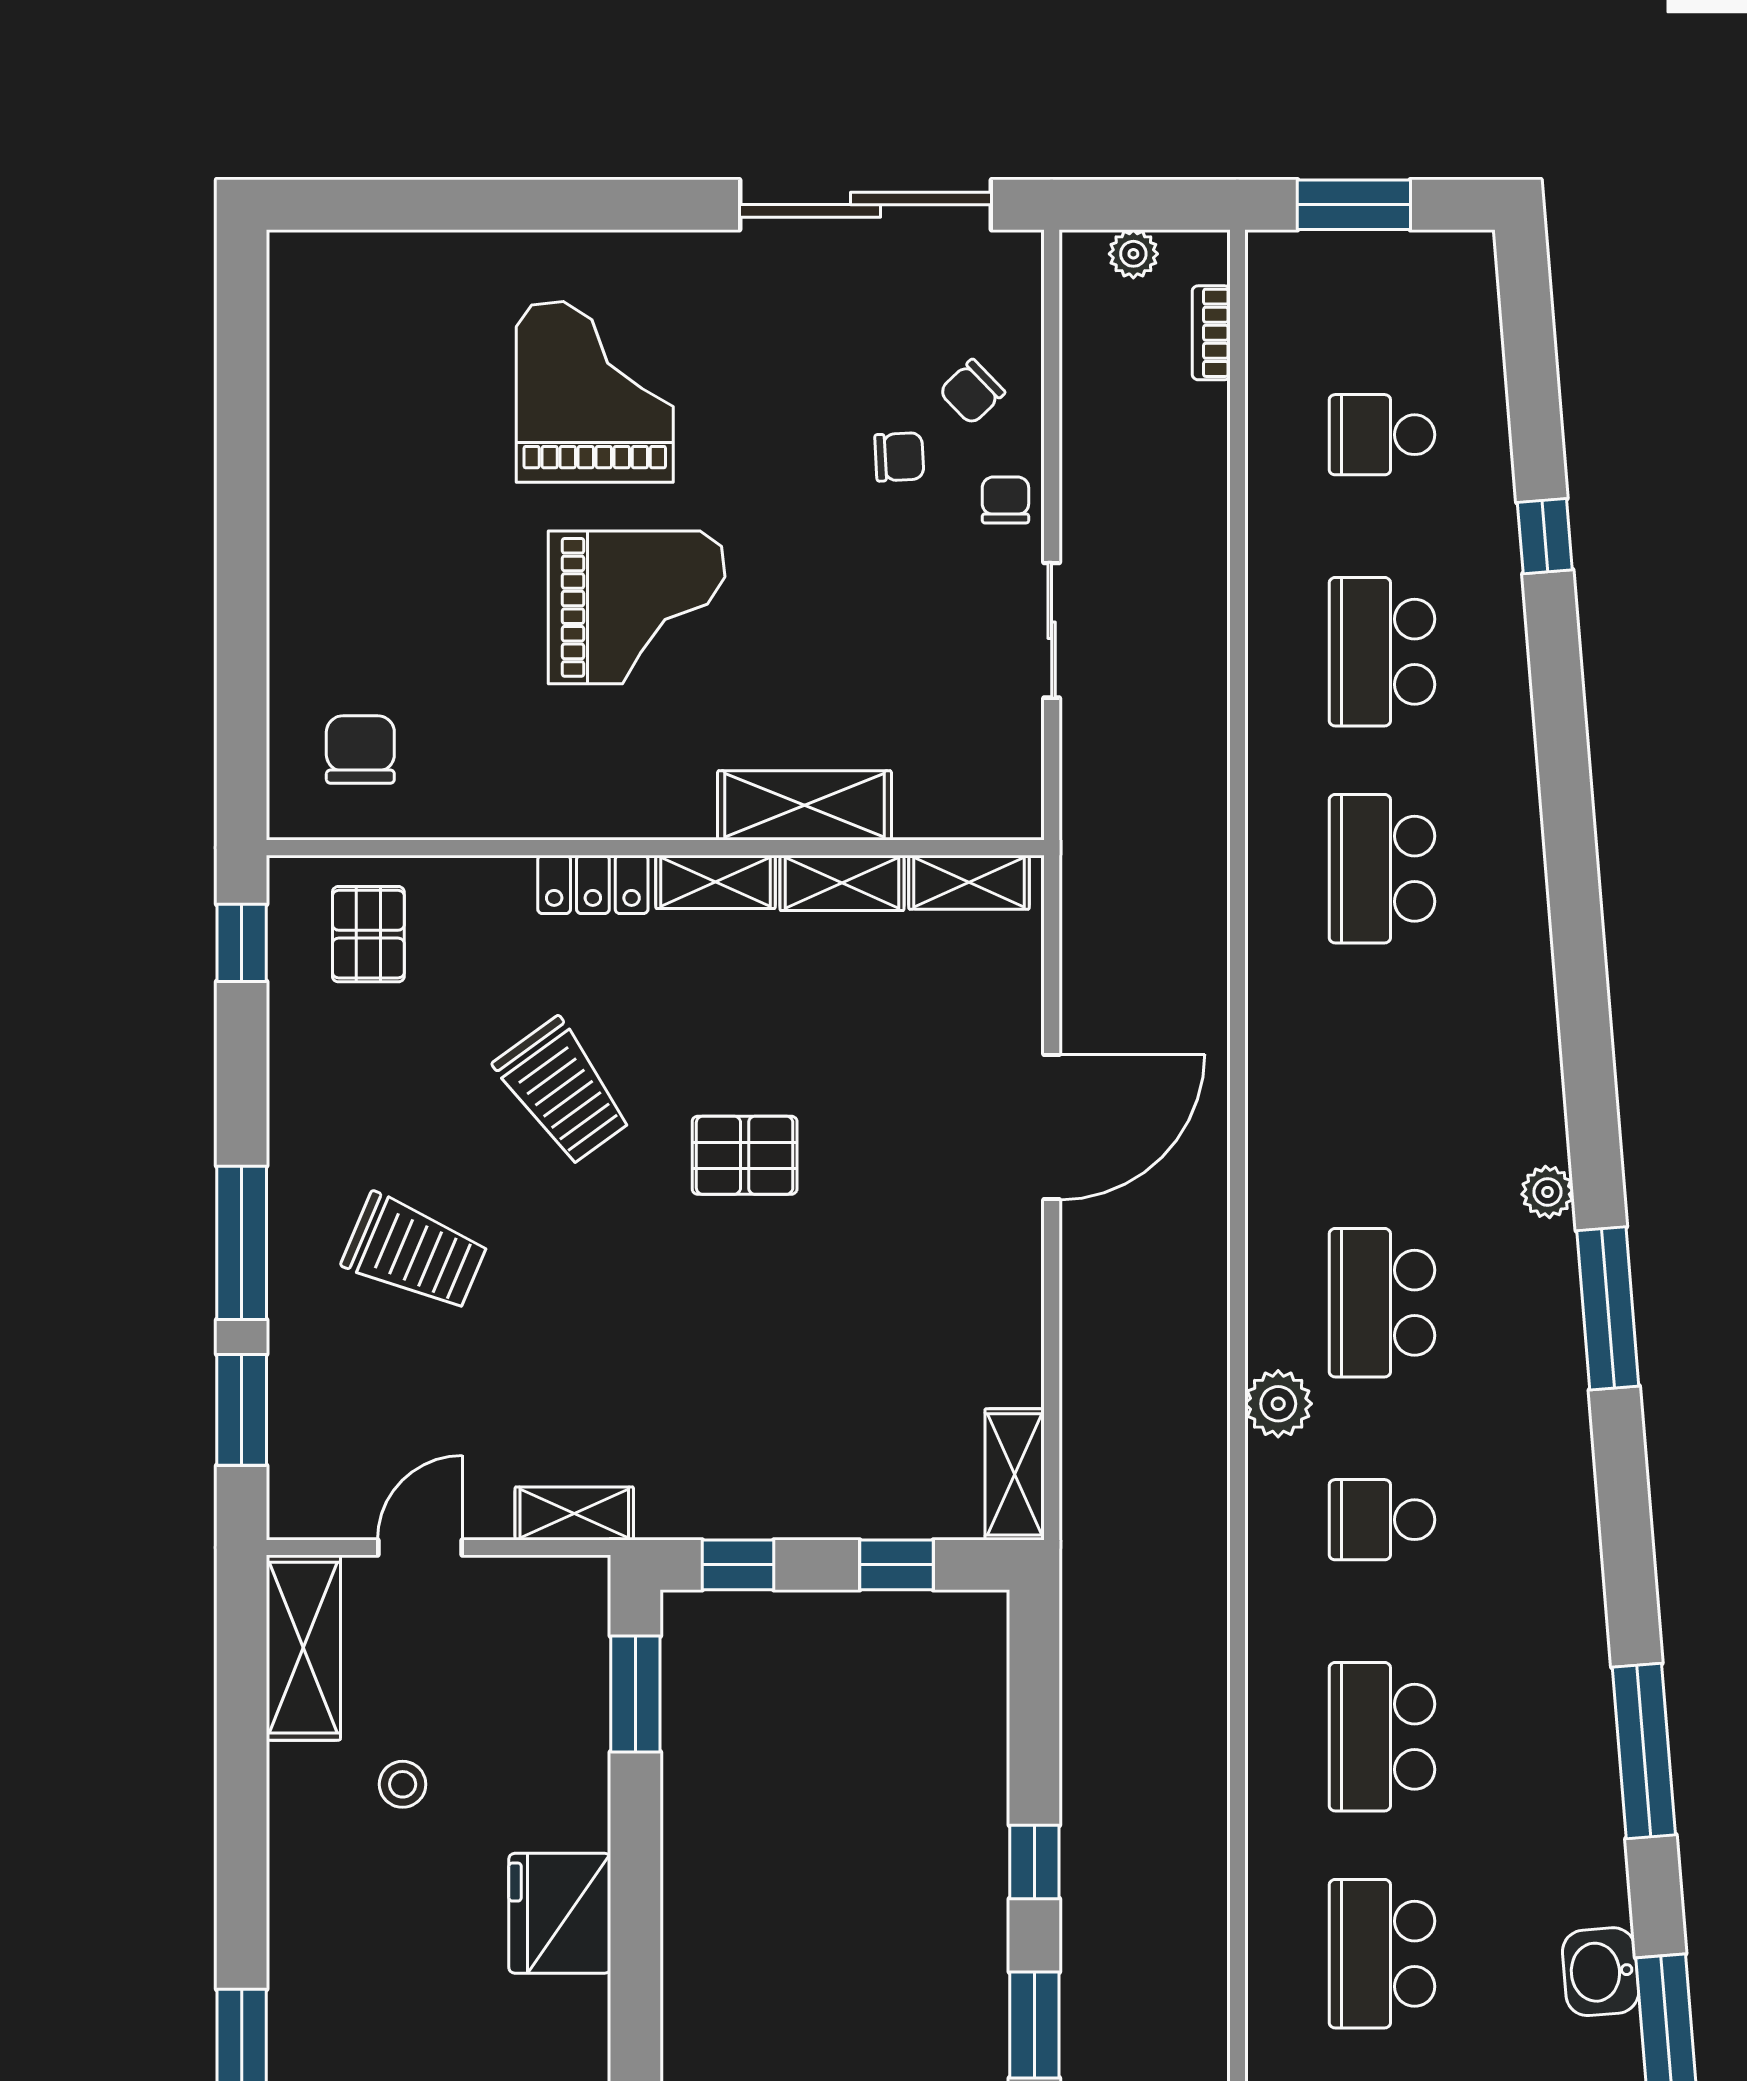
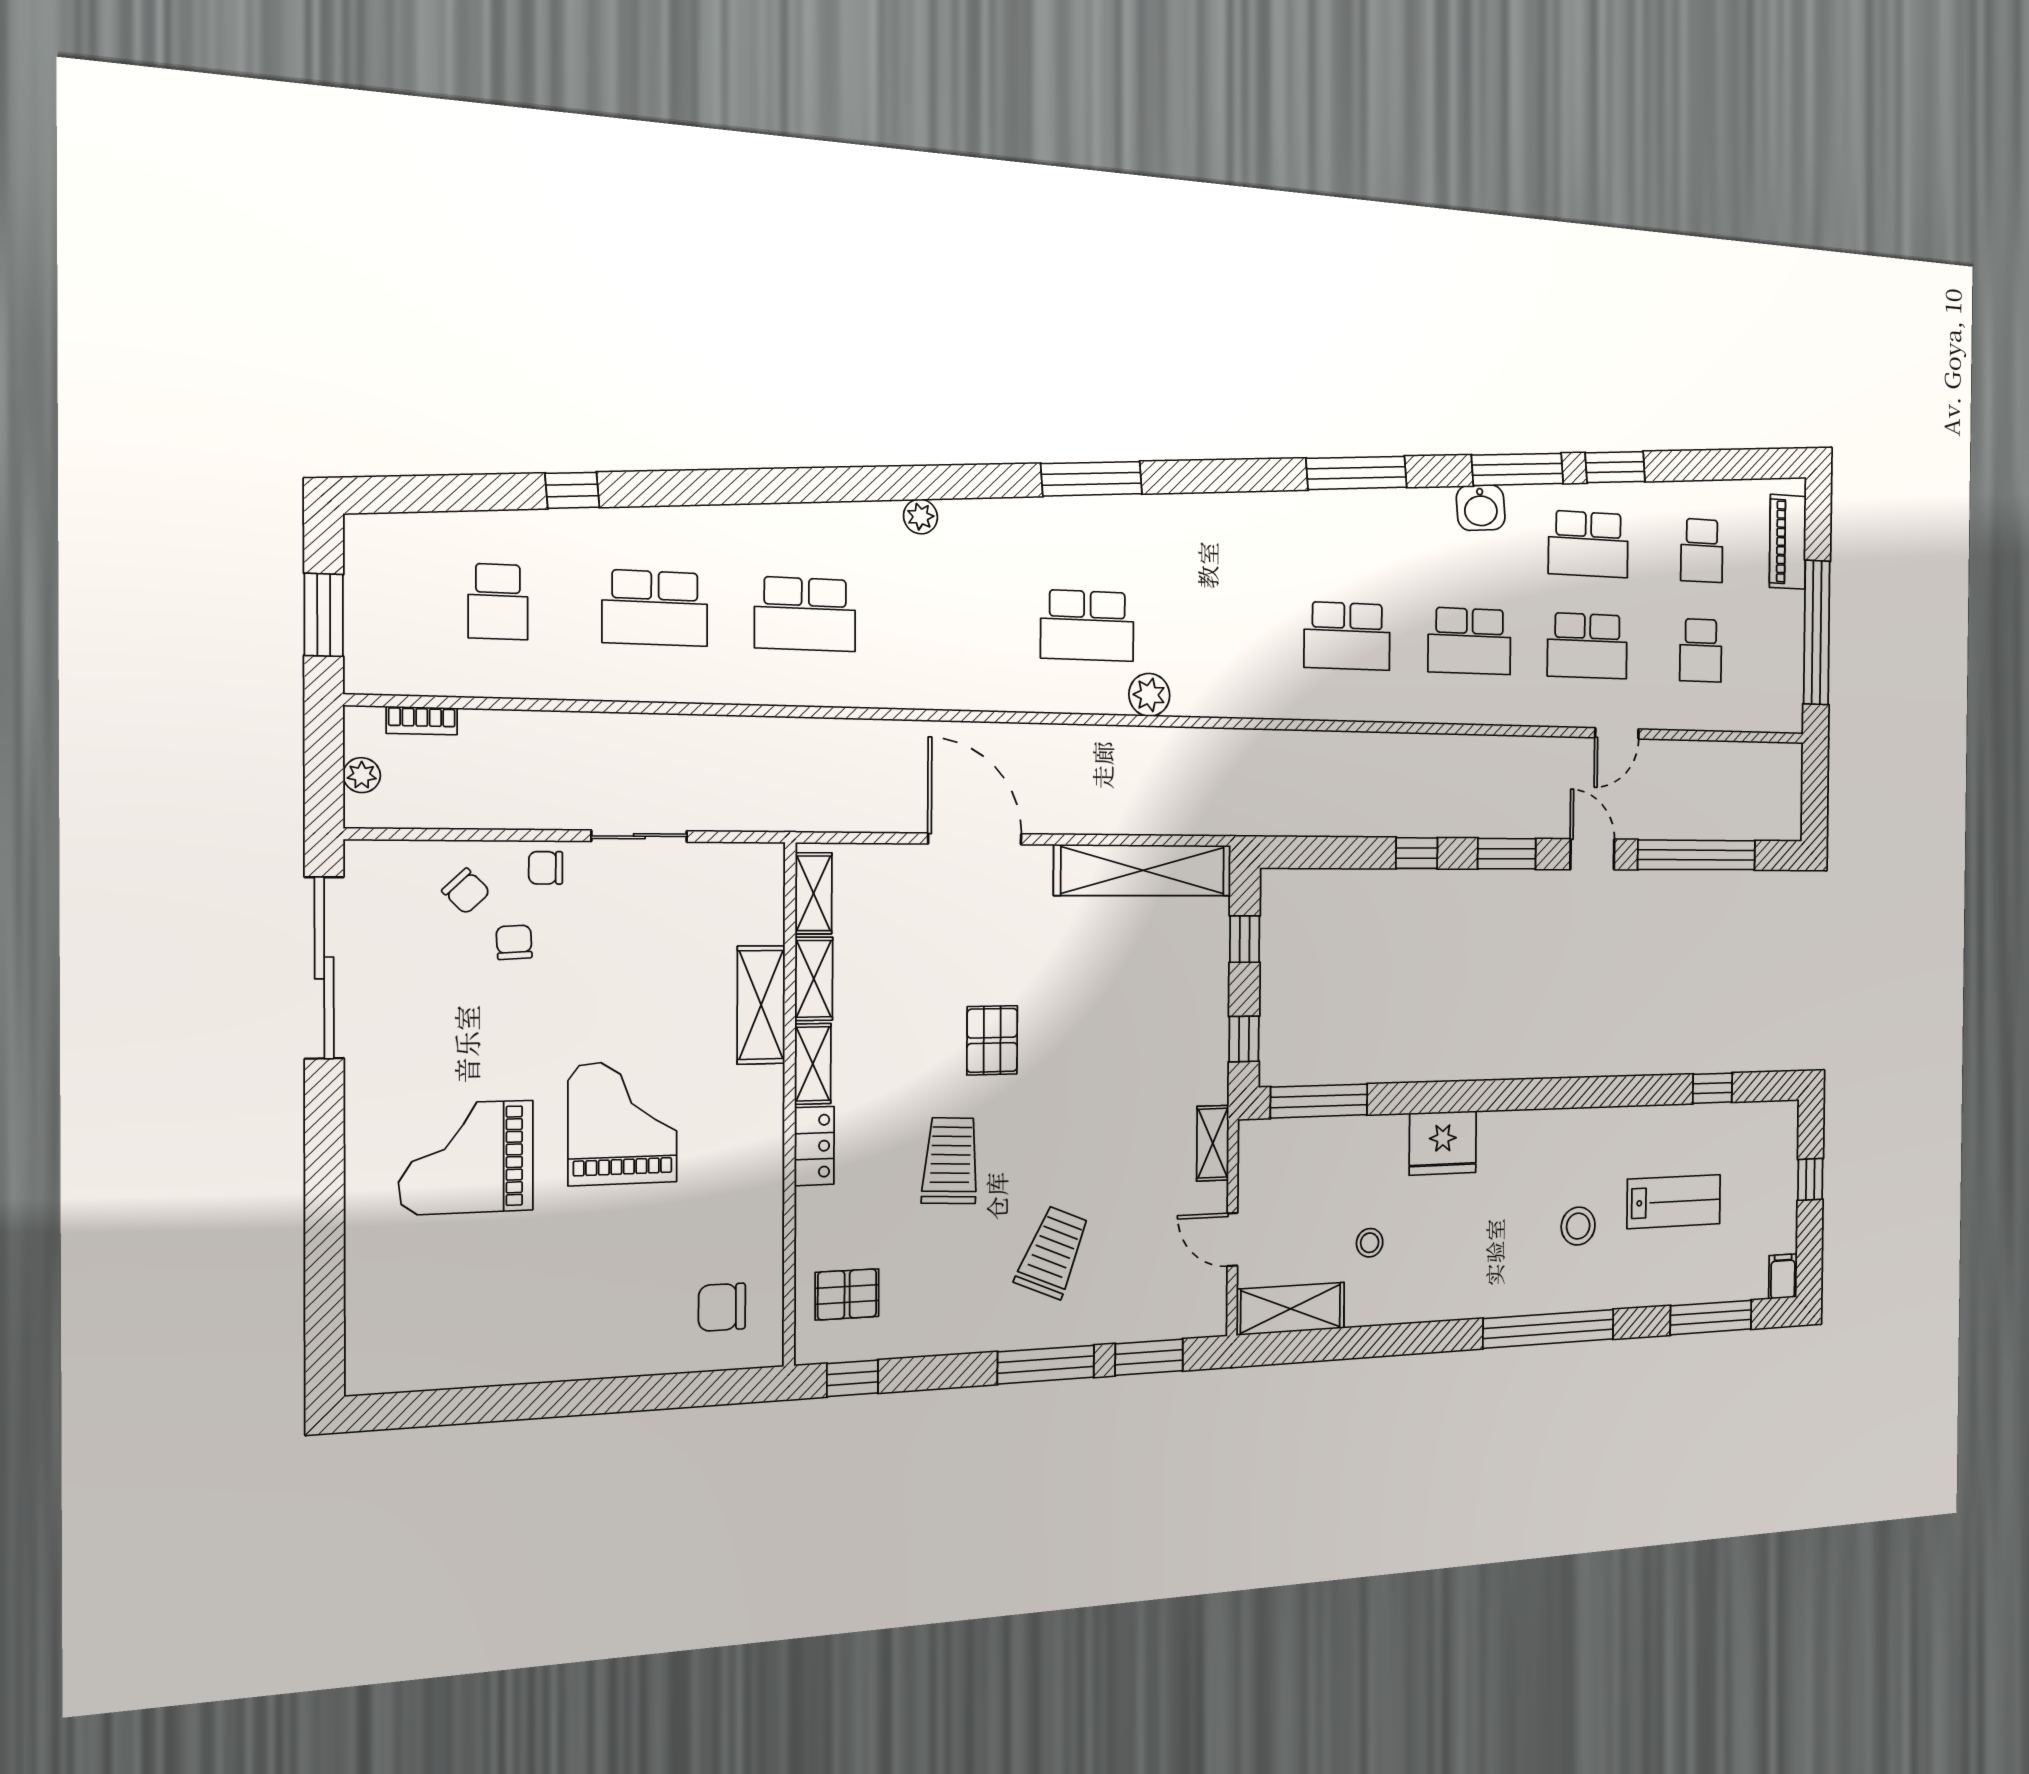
trolley: (563, 1091) -> (951, 1161), turned -51
plant: (1548, 1192) -> (921, 517), moved
shelving: (1015, 1474) -> (1143, 870), width x2.20, depth x1.33
school desk: (1382, 1520) -> (1220, 631), removed
window: (635, 1694) -> (1319, 1101), width x1.44

